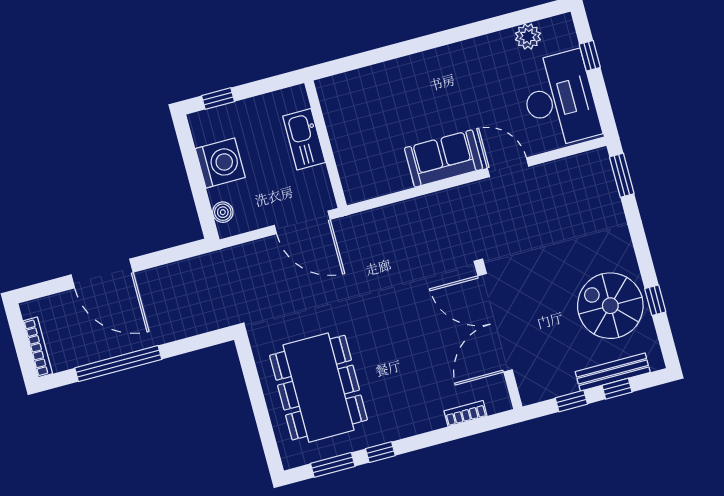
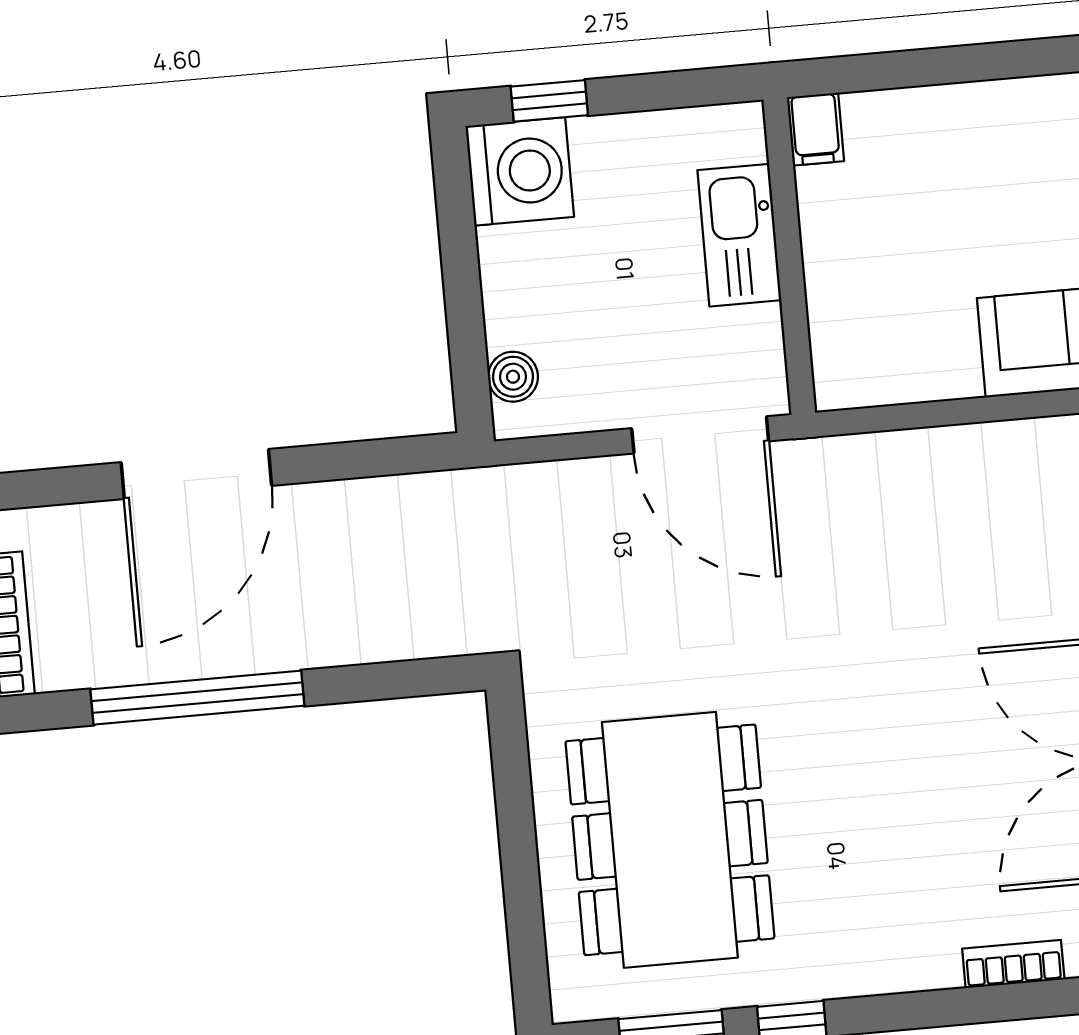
filing cabinet: (327, 91) -> (816, 129), added
washing machine: (220, 163) -> (520, 171), moved
door: (102, 274) -> (196, 474), hinge flipped

